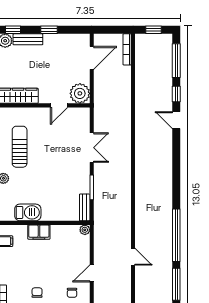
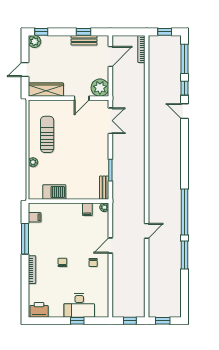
window: (49, 30) -> (83, 32), moved
bench: (28, 39) -> (84, 40), moved
double door: (92, 148) -> (110, 121), moved
filing cabinet: (39, 232) -> (87, 209), moved, width x0.50
door: (133, 257) -> (147, 231), hinge flipped

